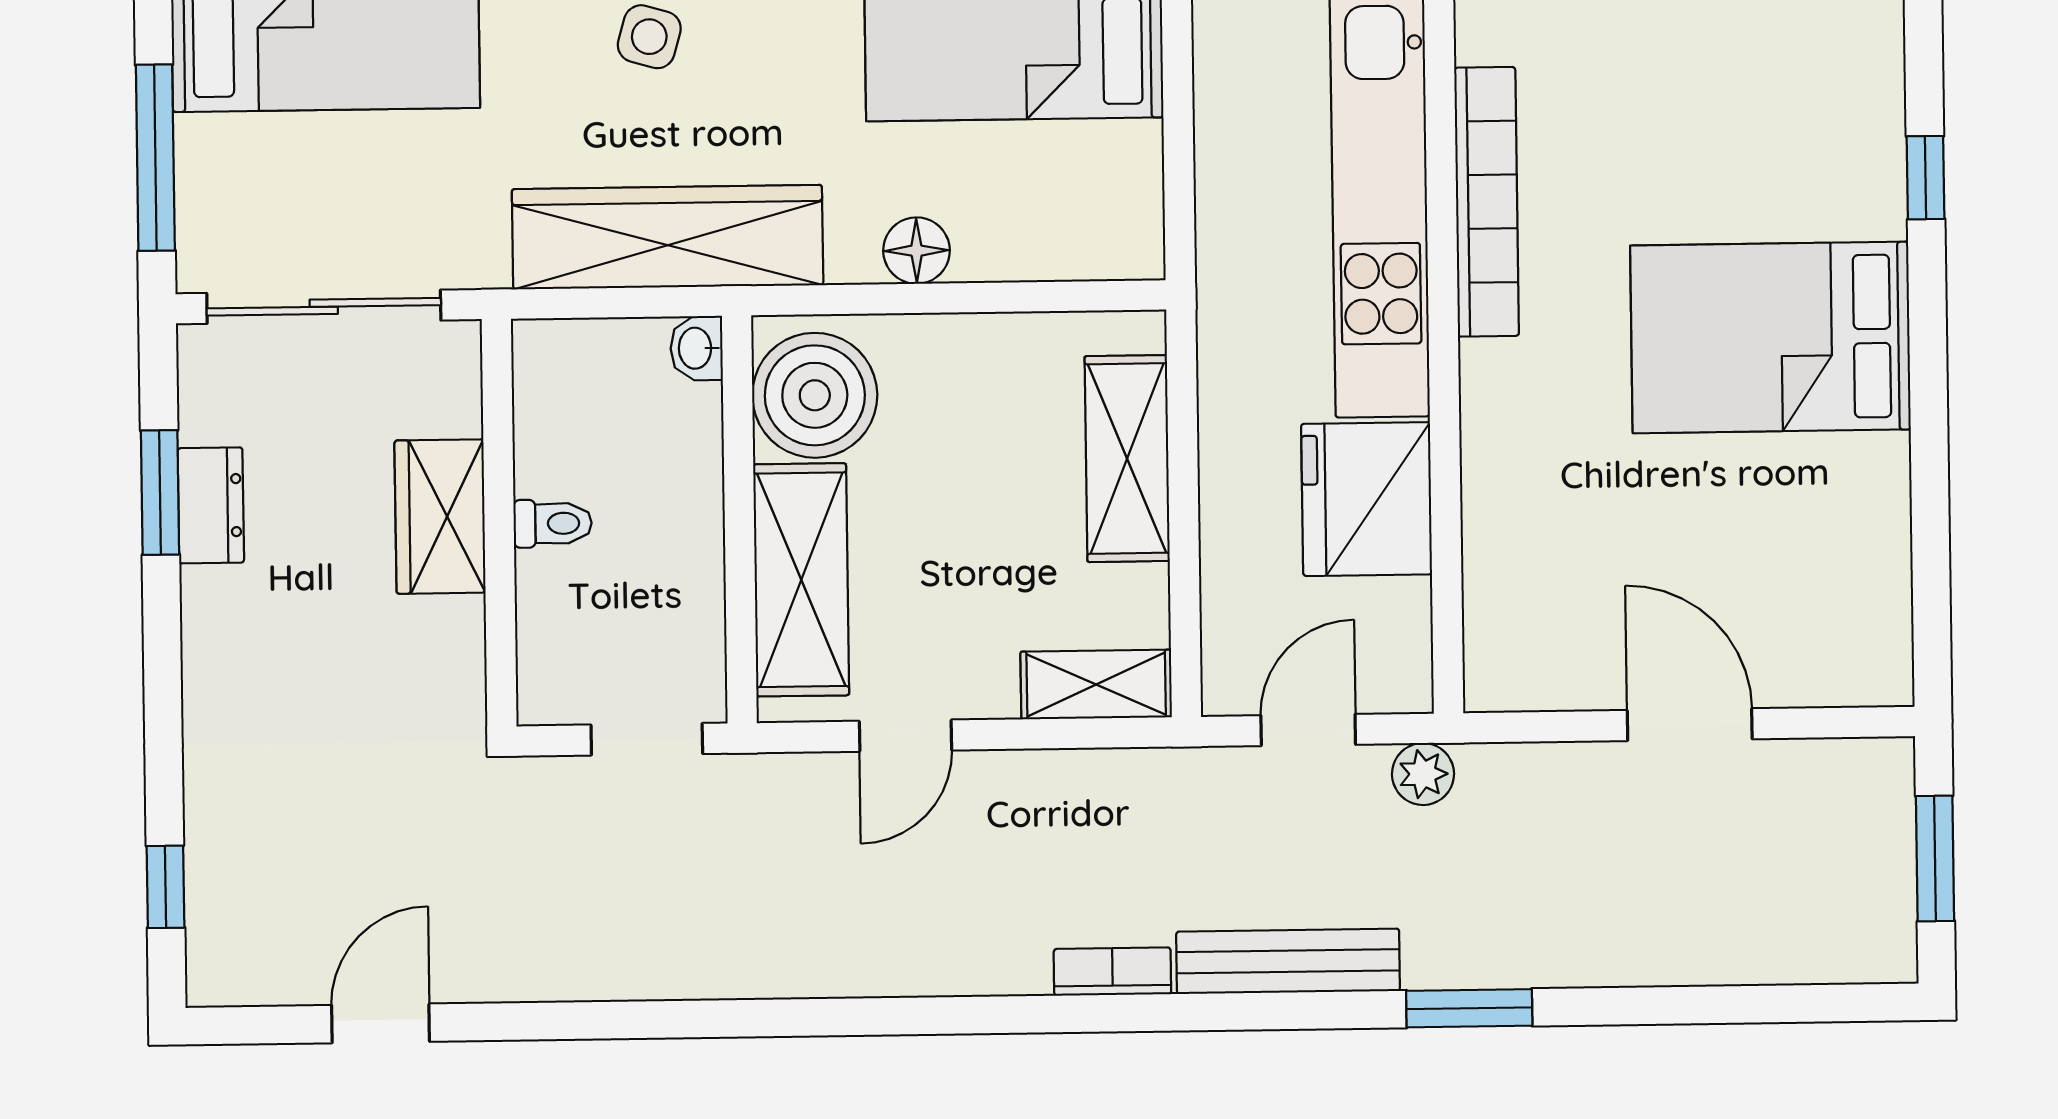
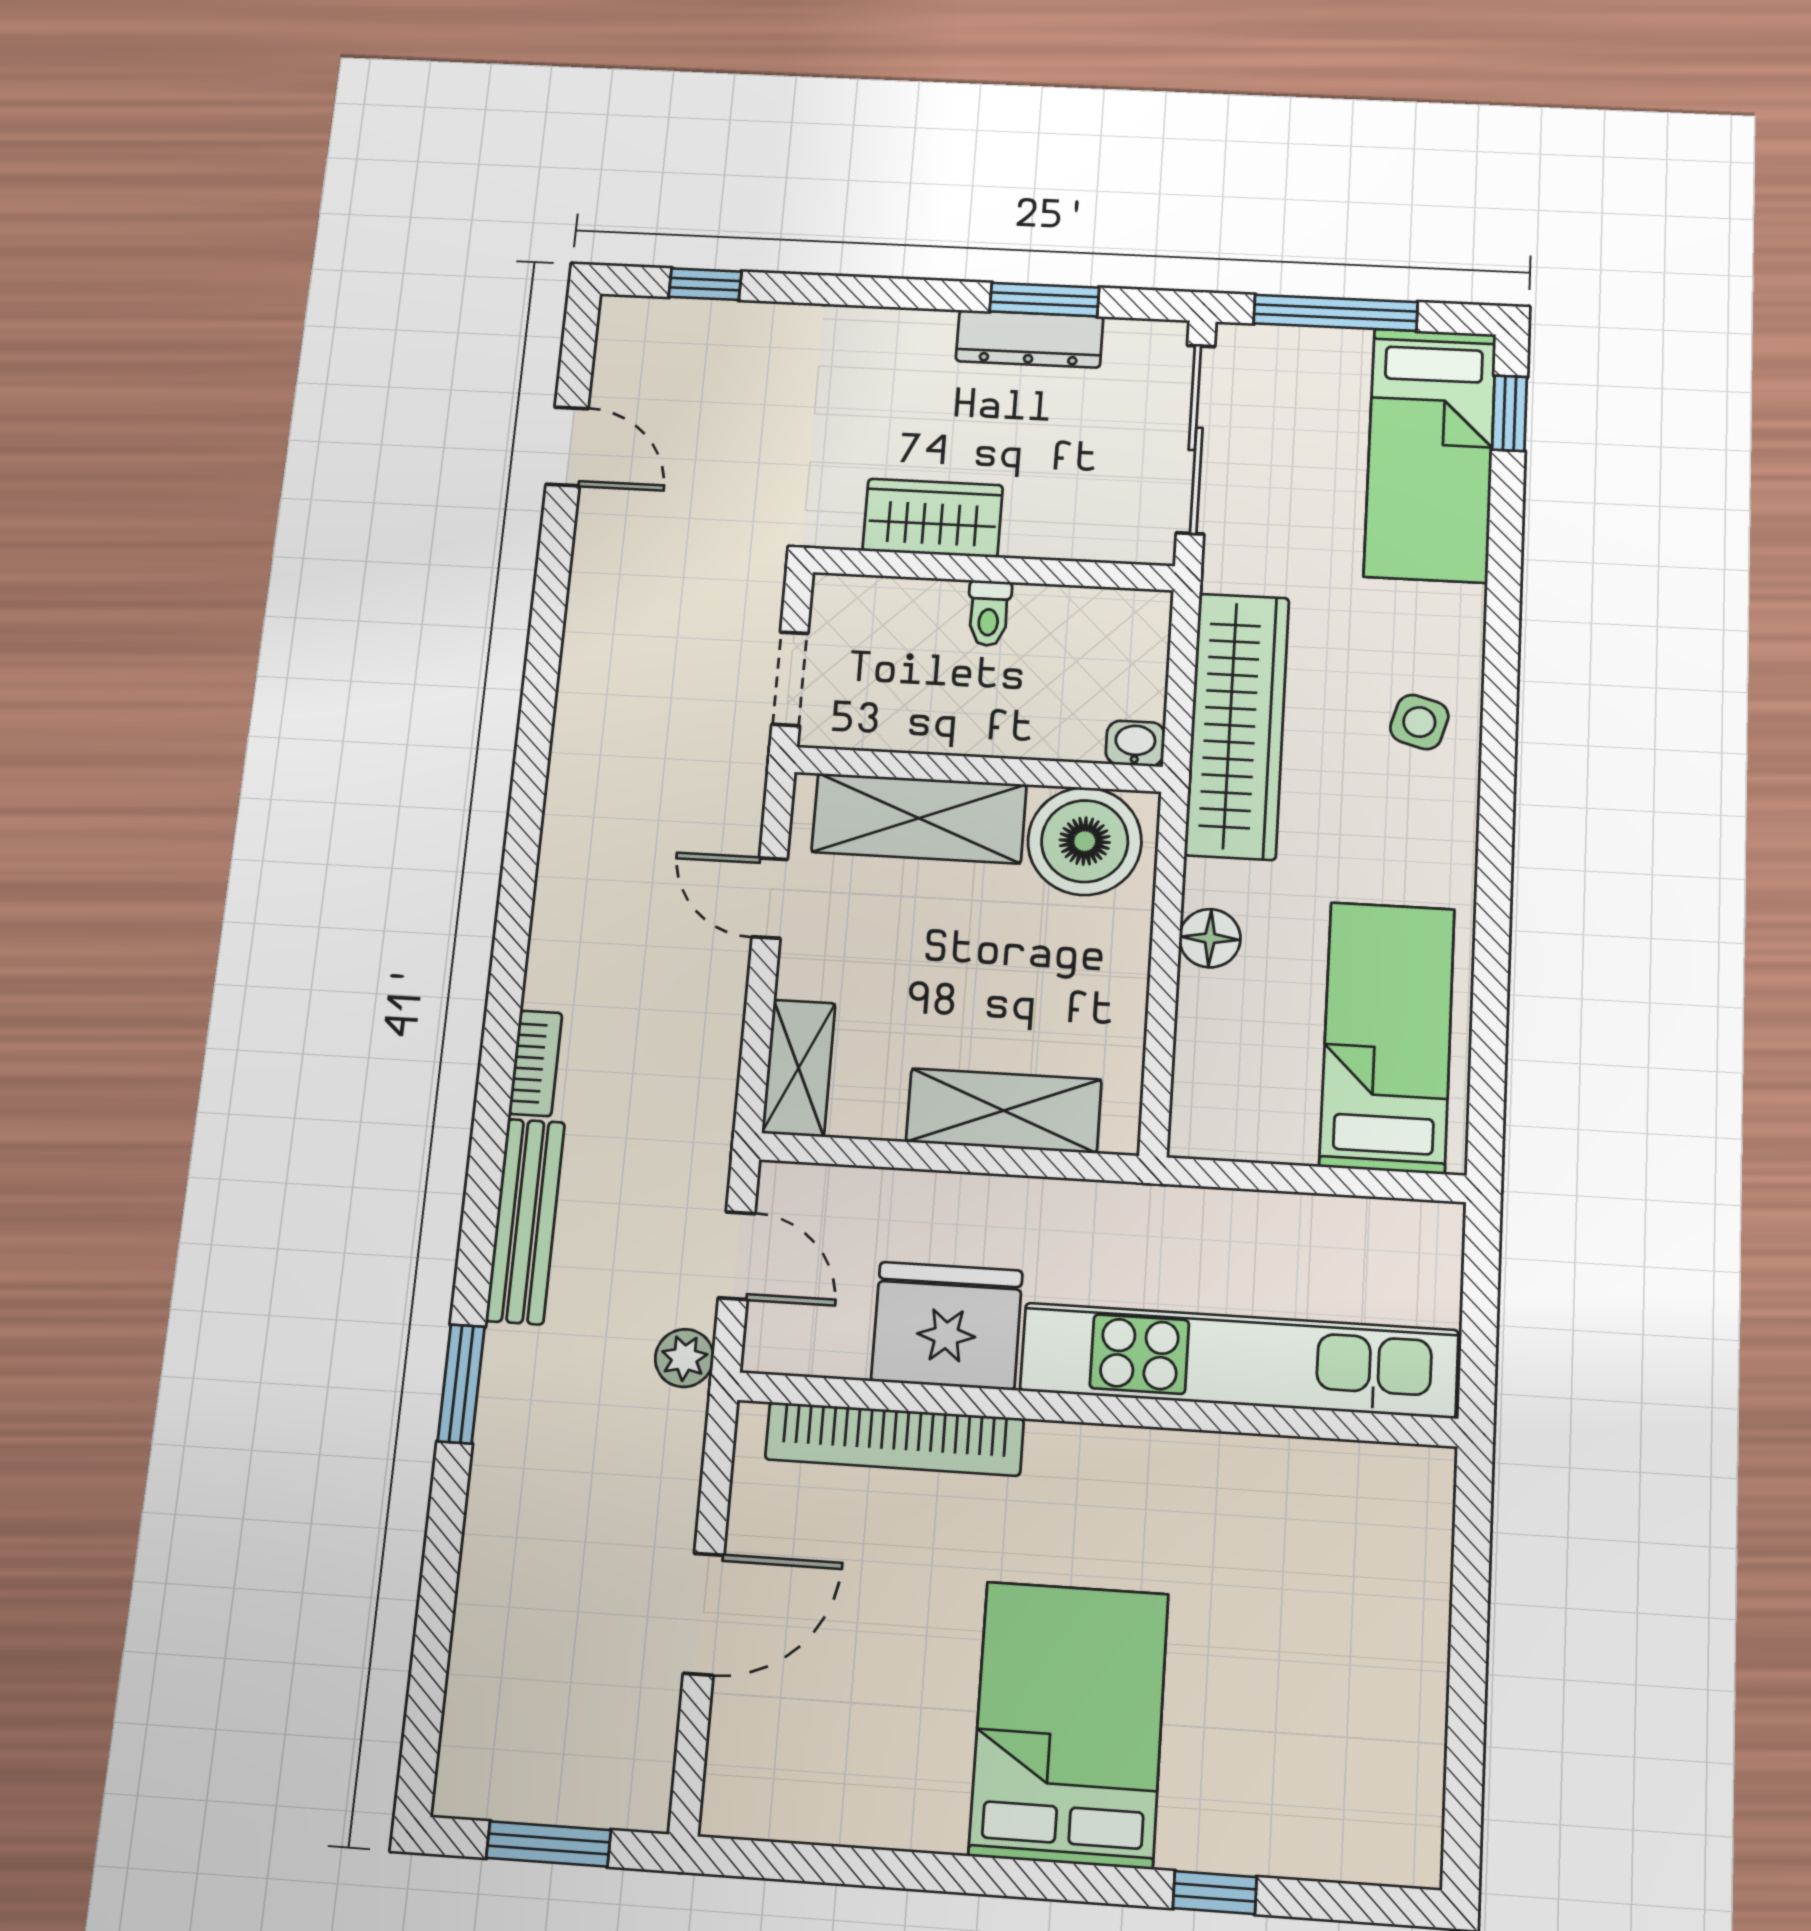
bookcase: (1487, 202) -> (894, 1439), moved
dresser: (211, 505) -> (1030, 339), width x1.44
wardrobe: (440, 517) -> (933, 518), moved

